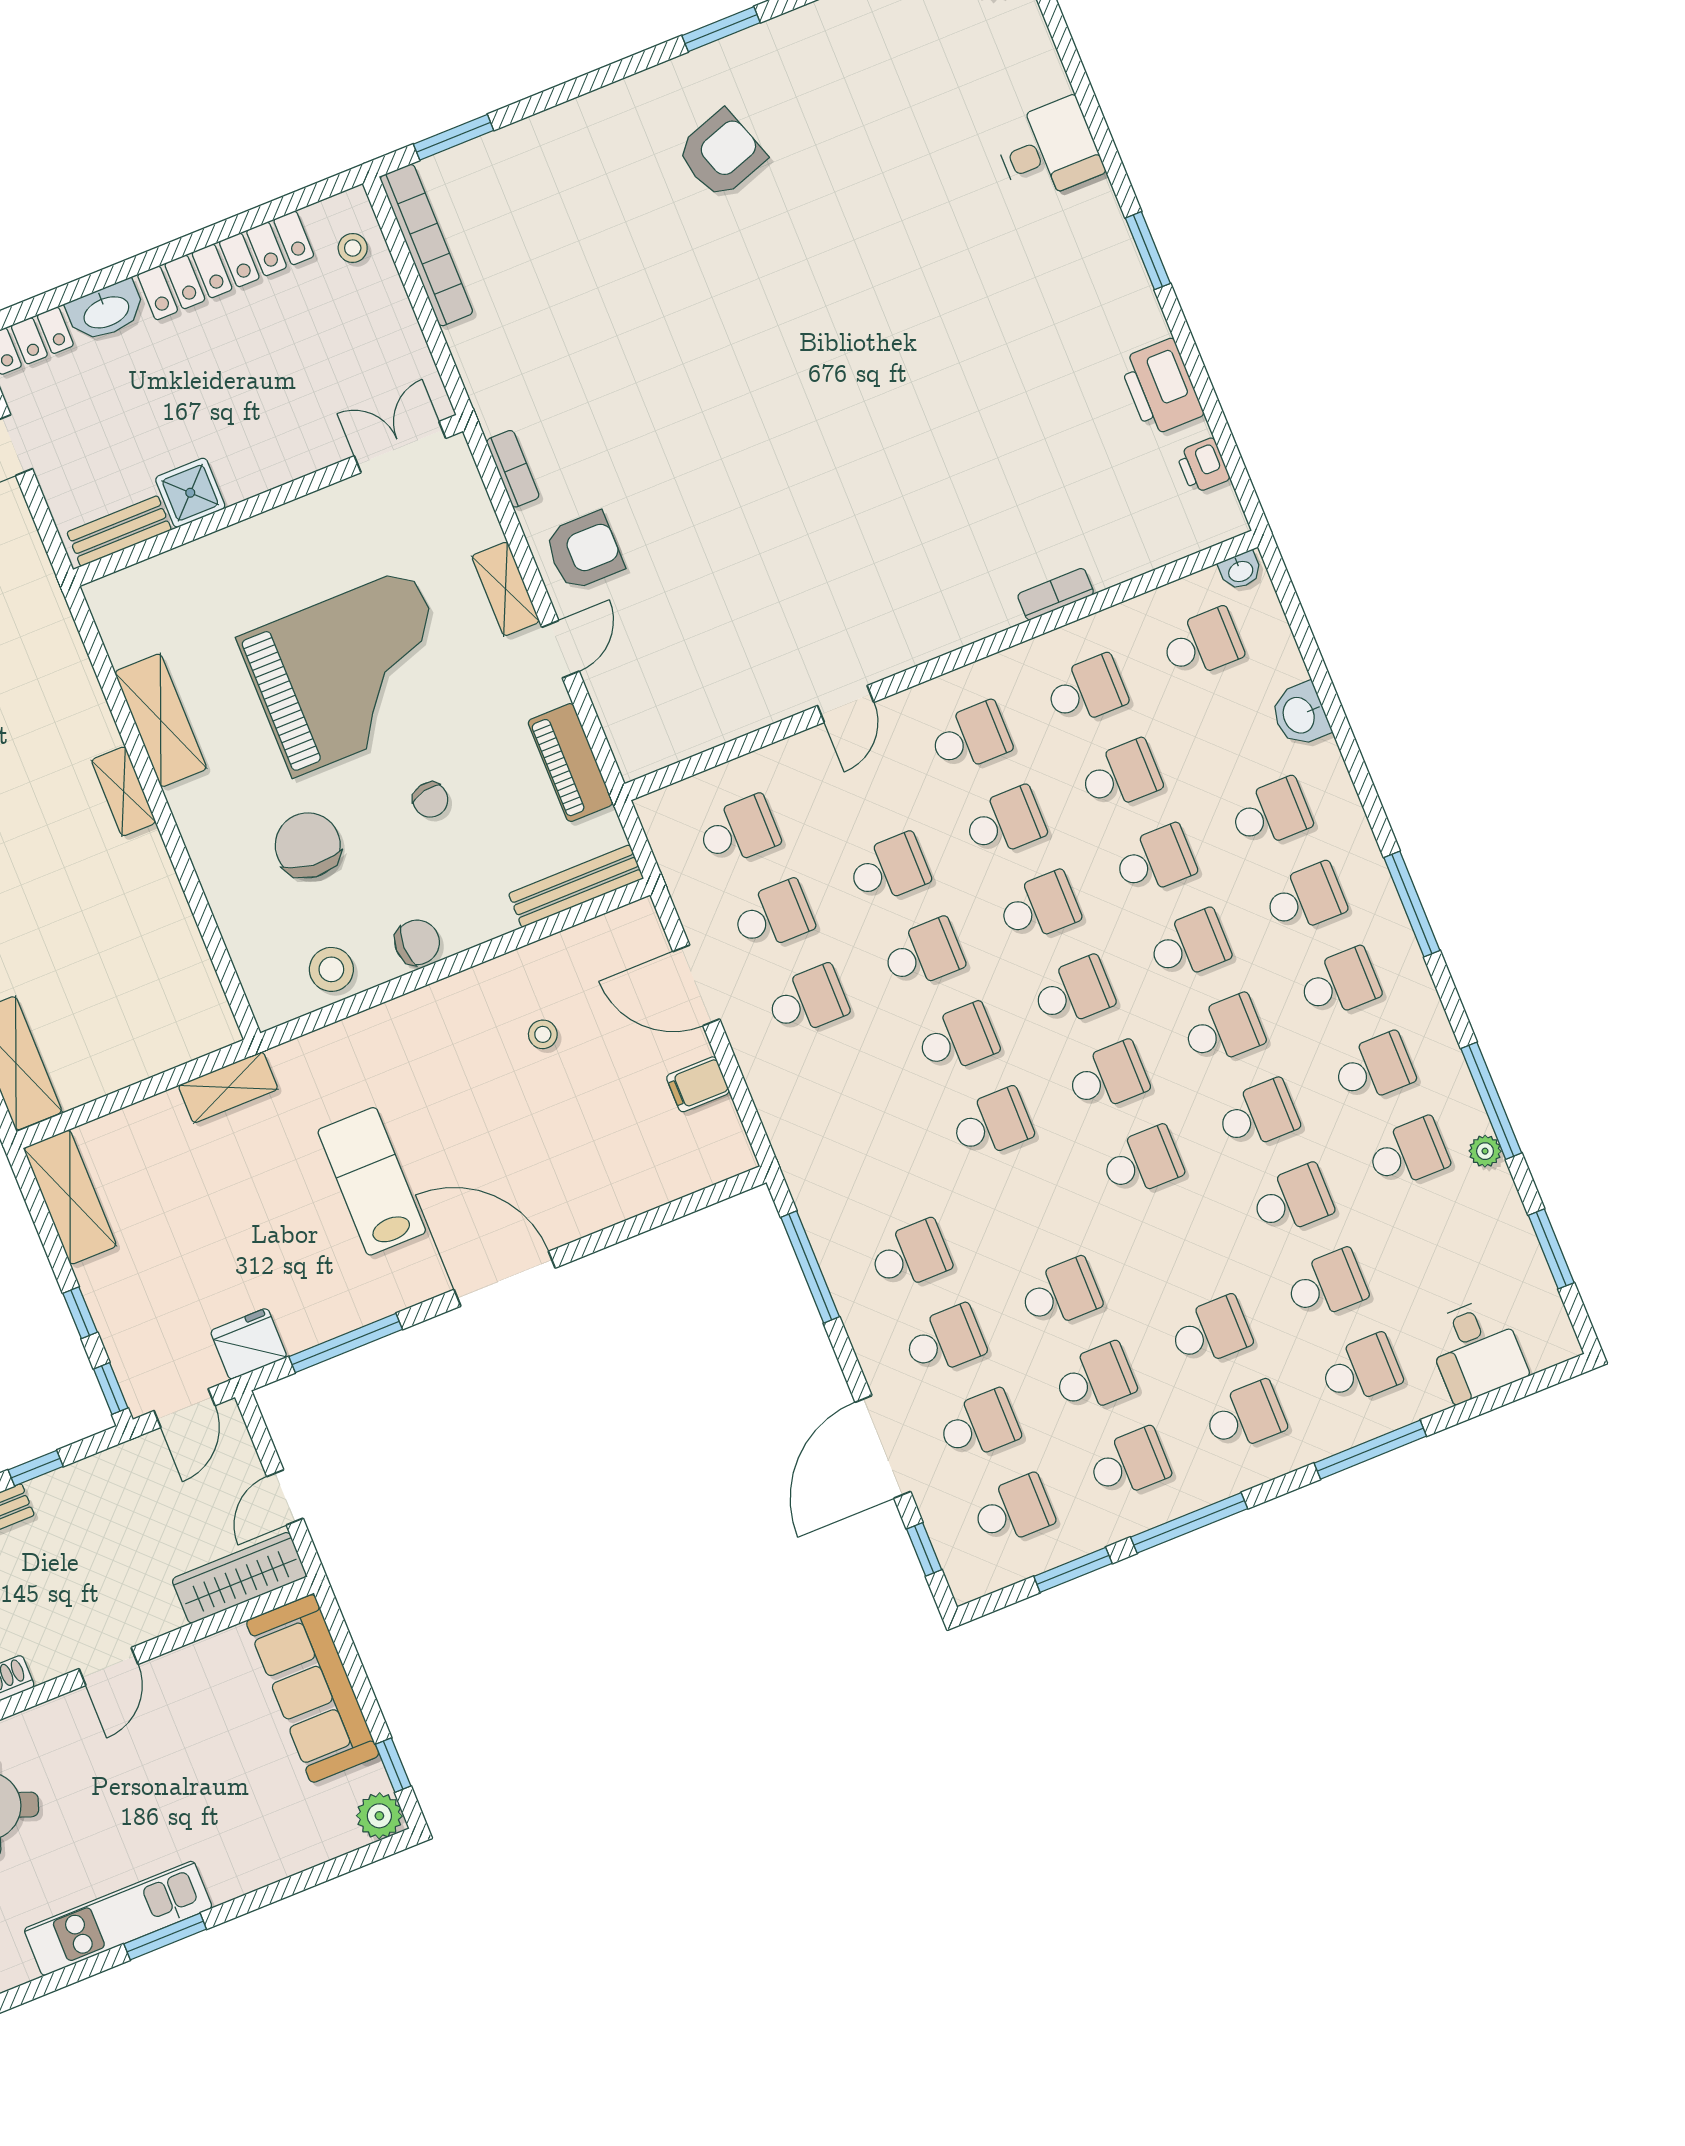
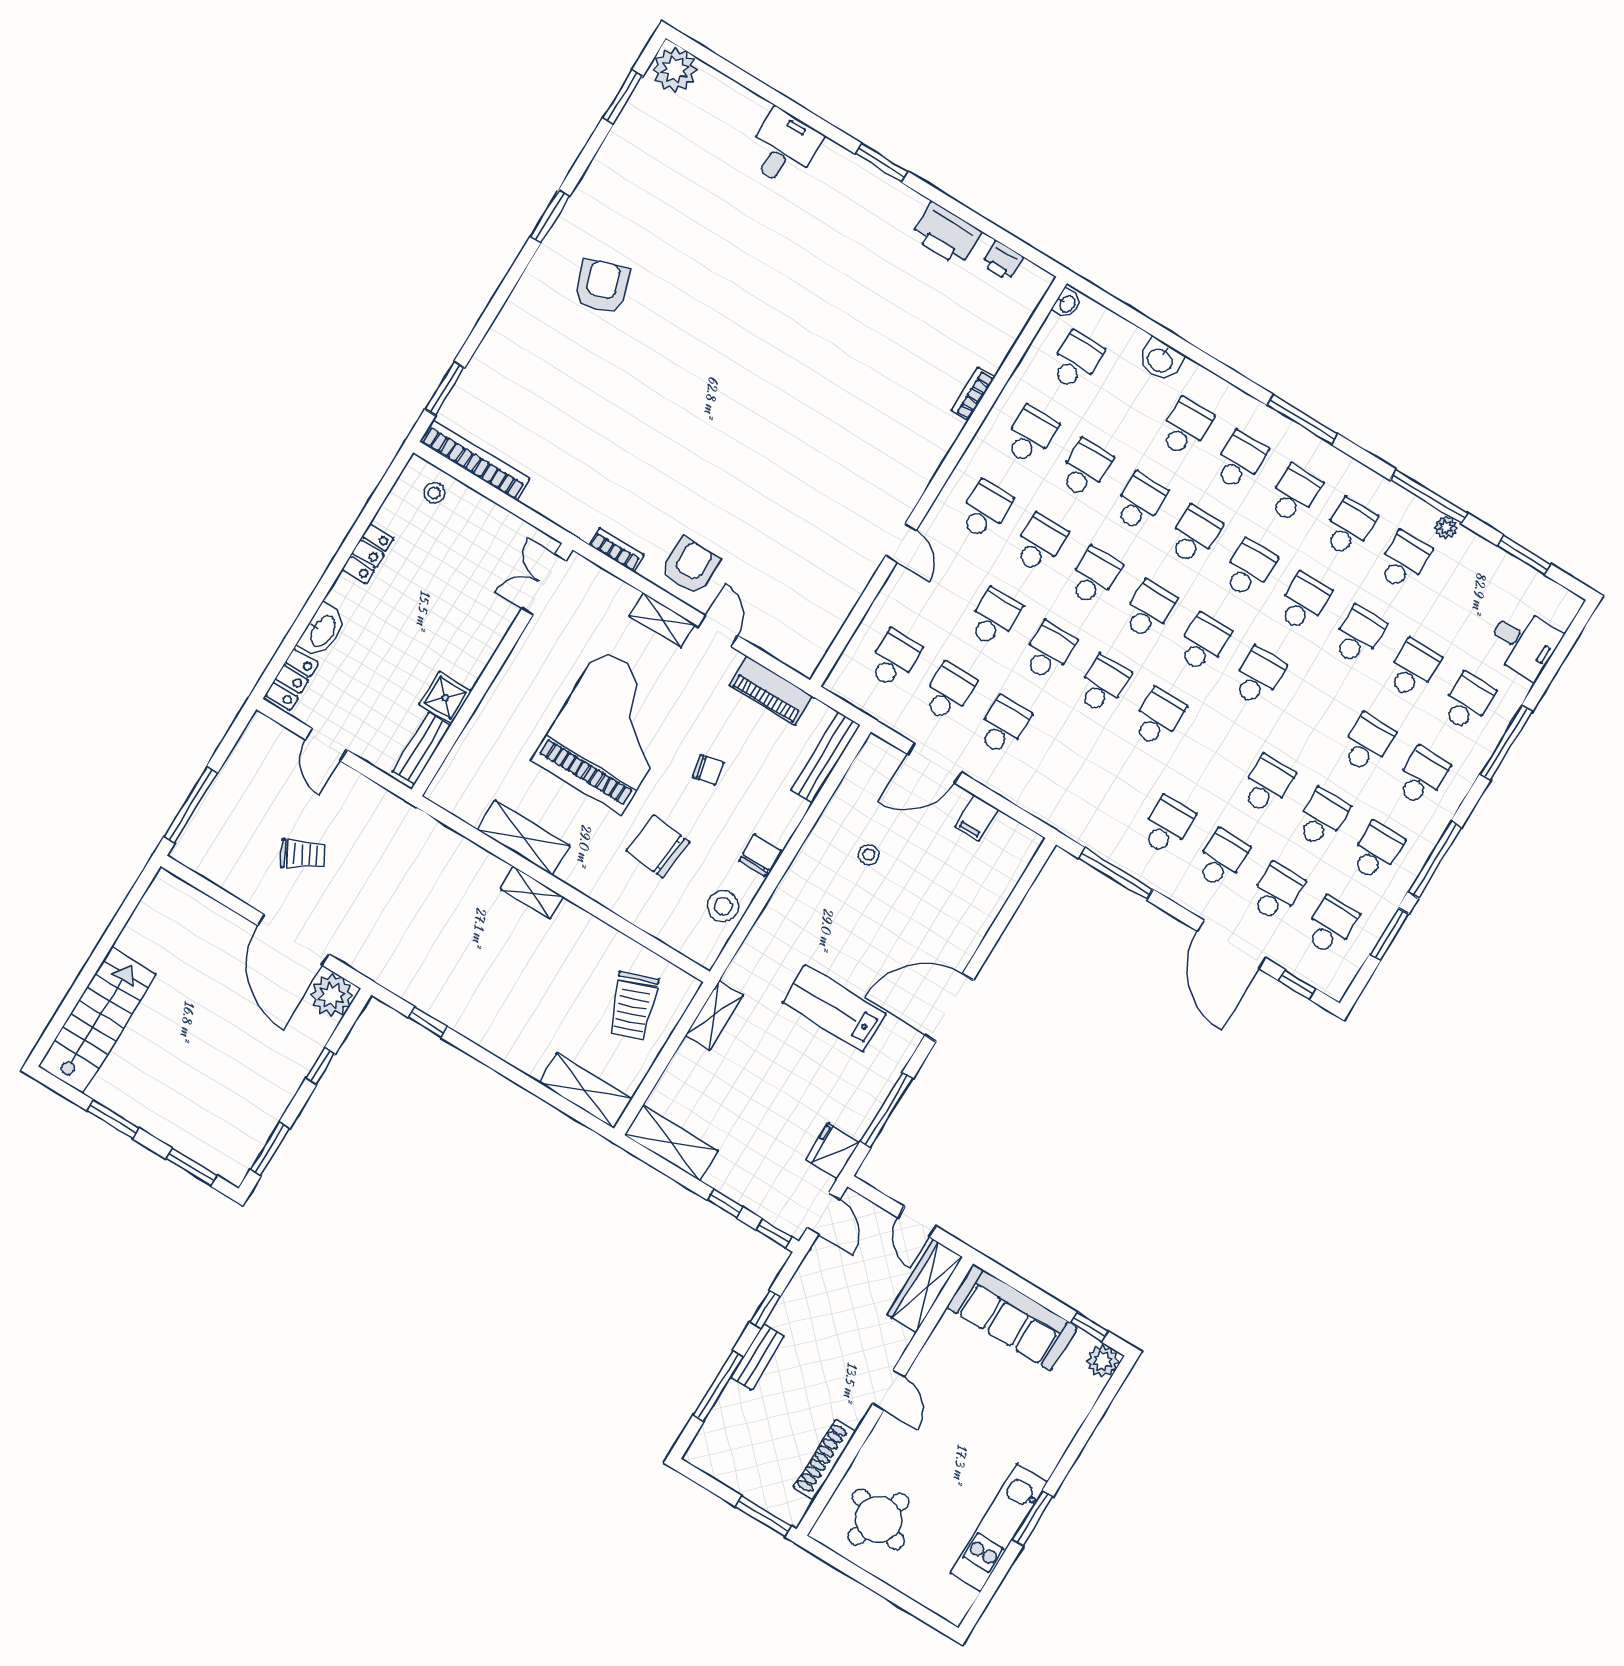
locker: (226, 265) -> (368, 554), width x0.46, depth x0.83
trolley: (143, 1007) -> (633, 1006), added

